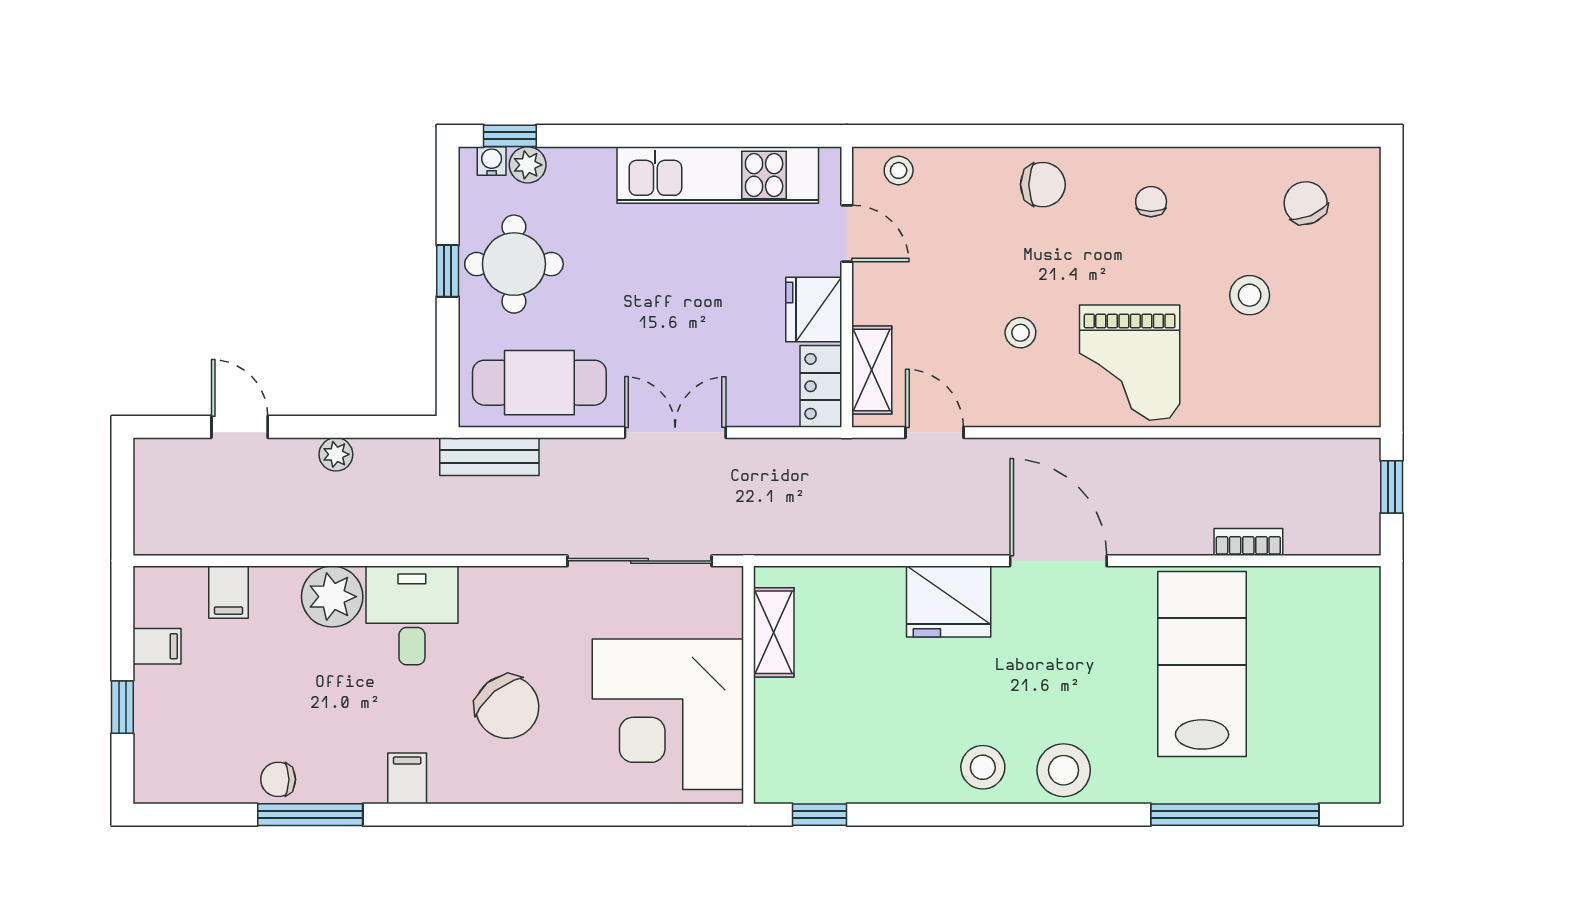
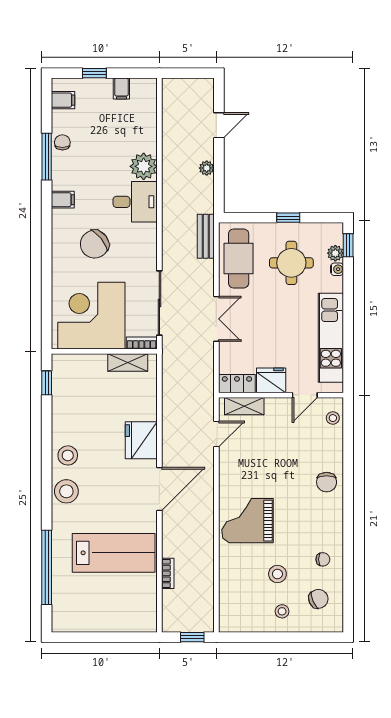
water cooler: (492, 161) -> (337, 269), moved
chair: (1151, 202) -> (323, 559), moved
round table: (514, 264) -> (291, 263), moved
stool: (1020, 333) -> (282, 611), moved
filing cabinet: (229, 592) -> (63, 100), moved, turned 180
bookcase: (730, 601) -> (142, 343), added

